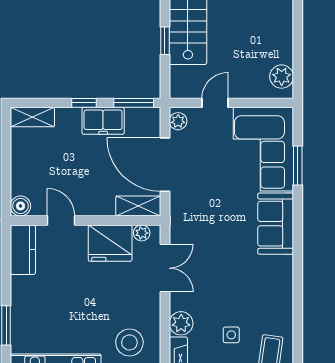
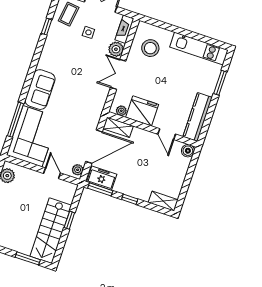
door: (215, 103) -> (52, 173), swing flipped
freezer: (103, 121) -> (102, 178), moved
door: (165, 165) -> (94, 147), hinge flipped
window: (298, 165) -> (15, 120), width x1.44
kitchen counter: (23, 250) -> (198, 117), width x1.50
double door: (165, 268) -> (118, 74), moved
window: (298, 323) -> (47, 27), added

